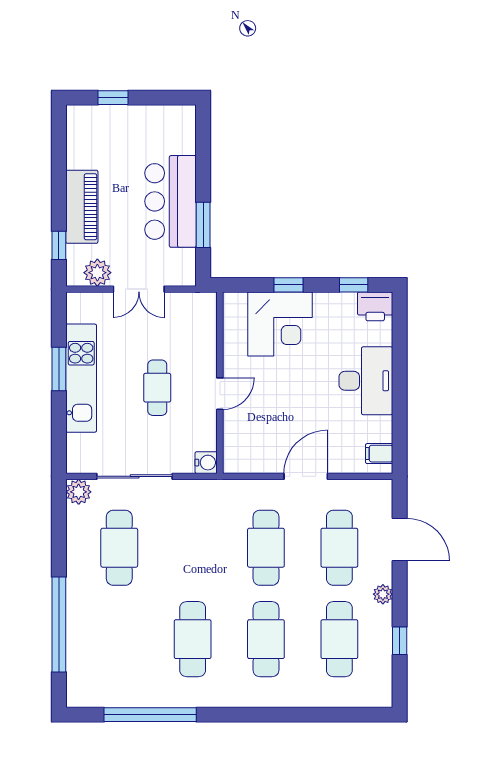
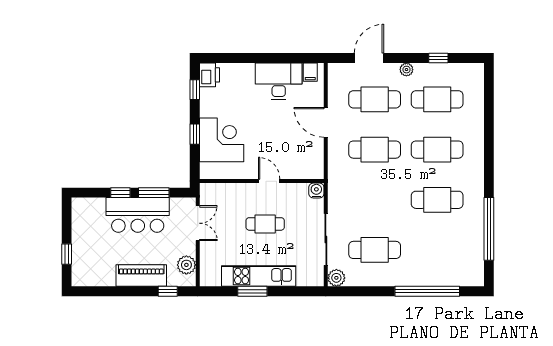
window: (203, 176) -> (120, 193), added
double door: (139, 289) -> (198, 223), moved
desk: (366, 381) -> (279, 81), moved

